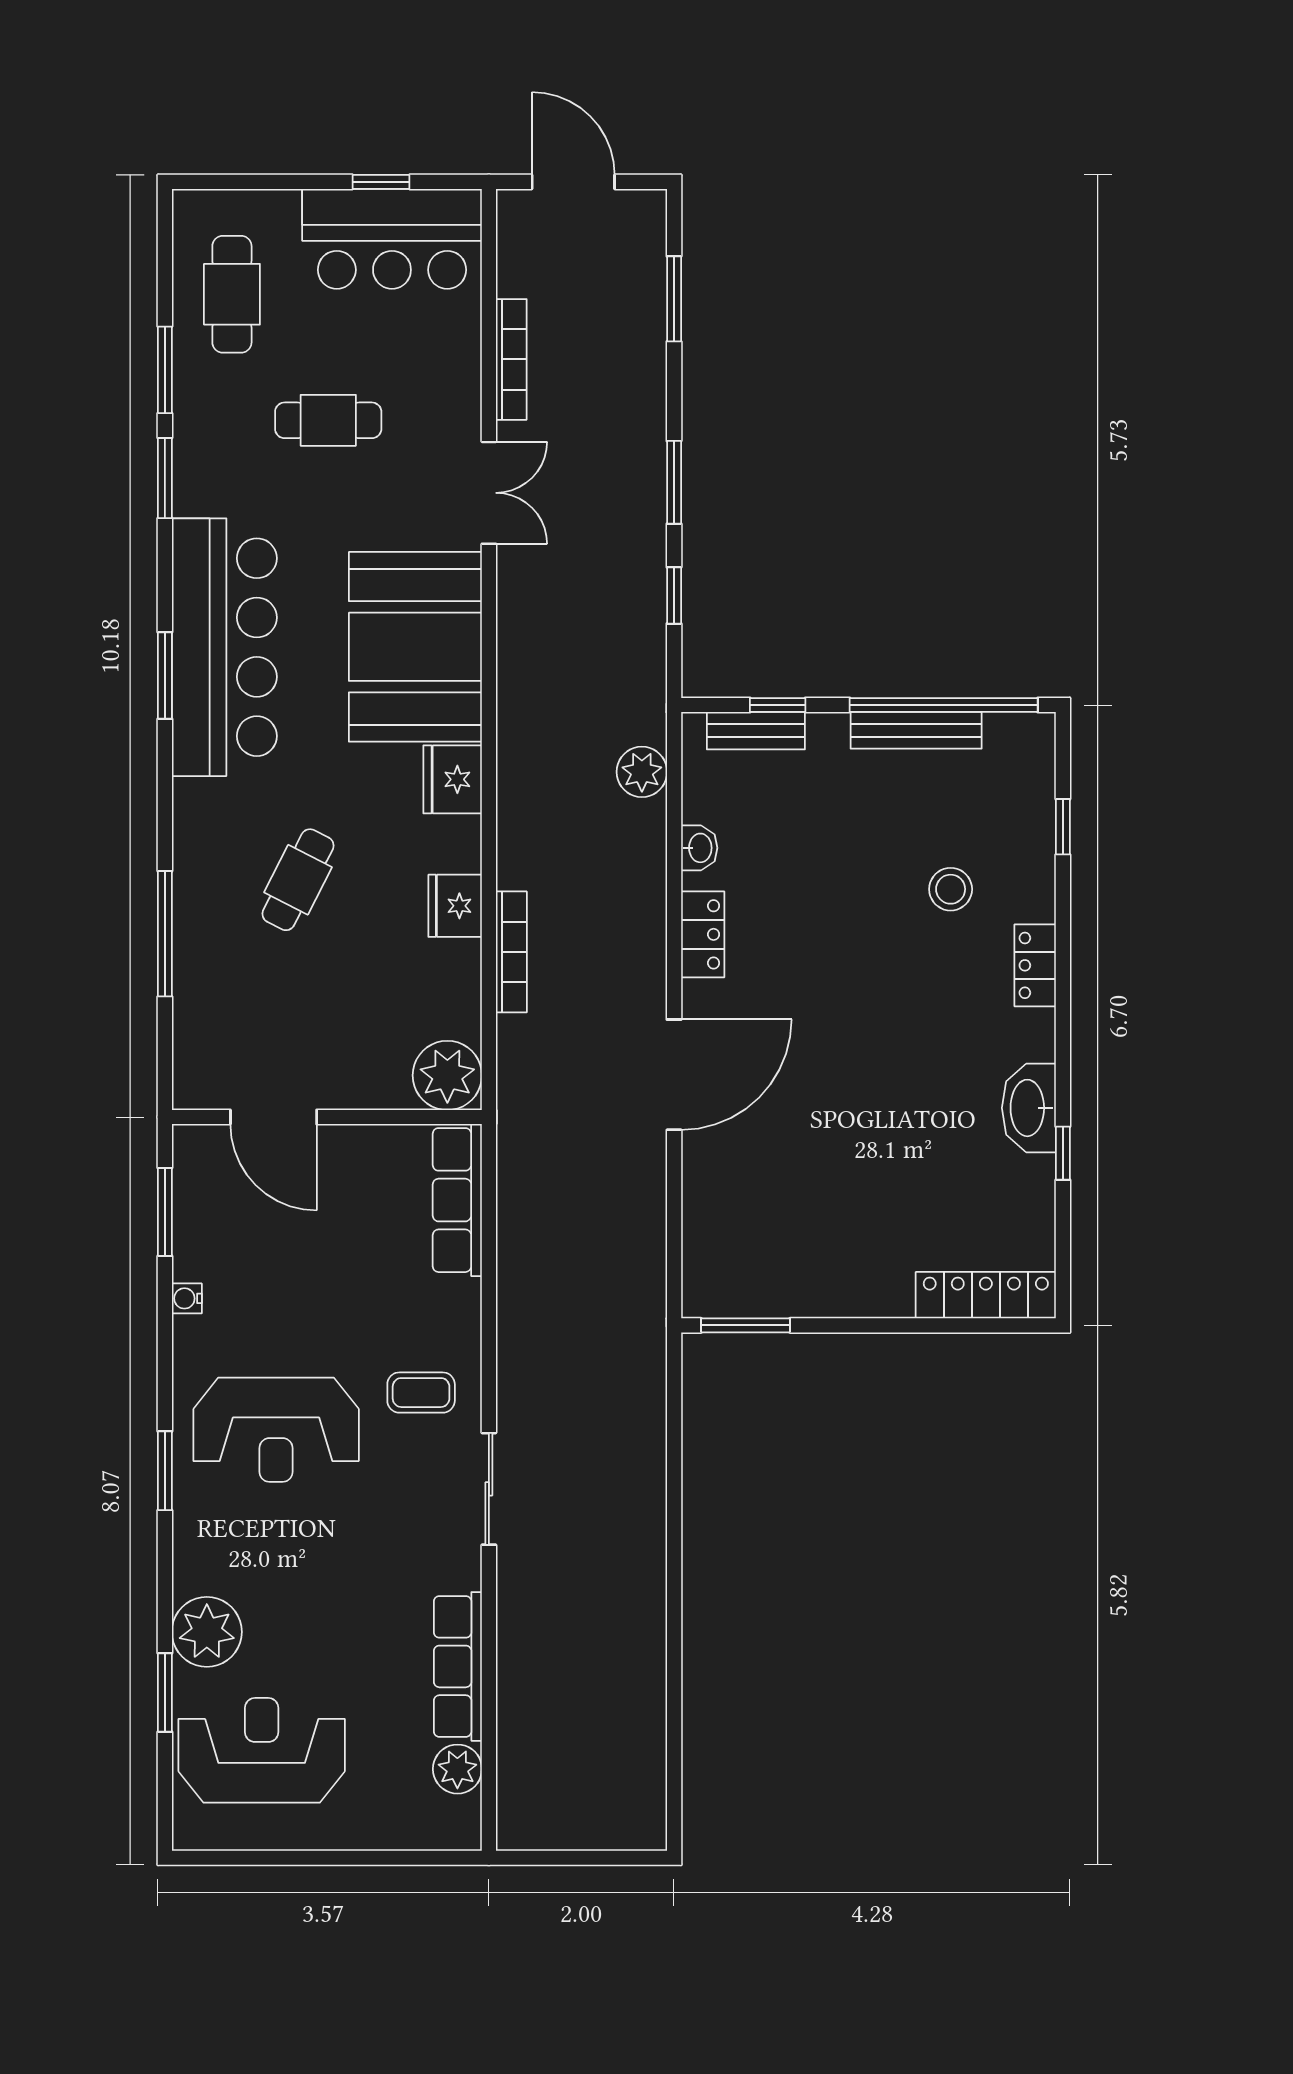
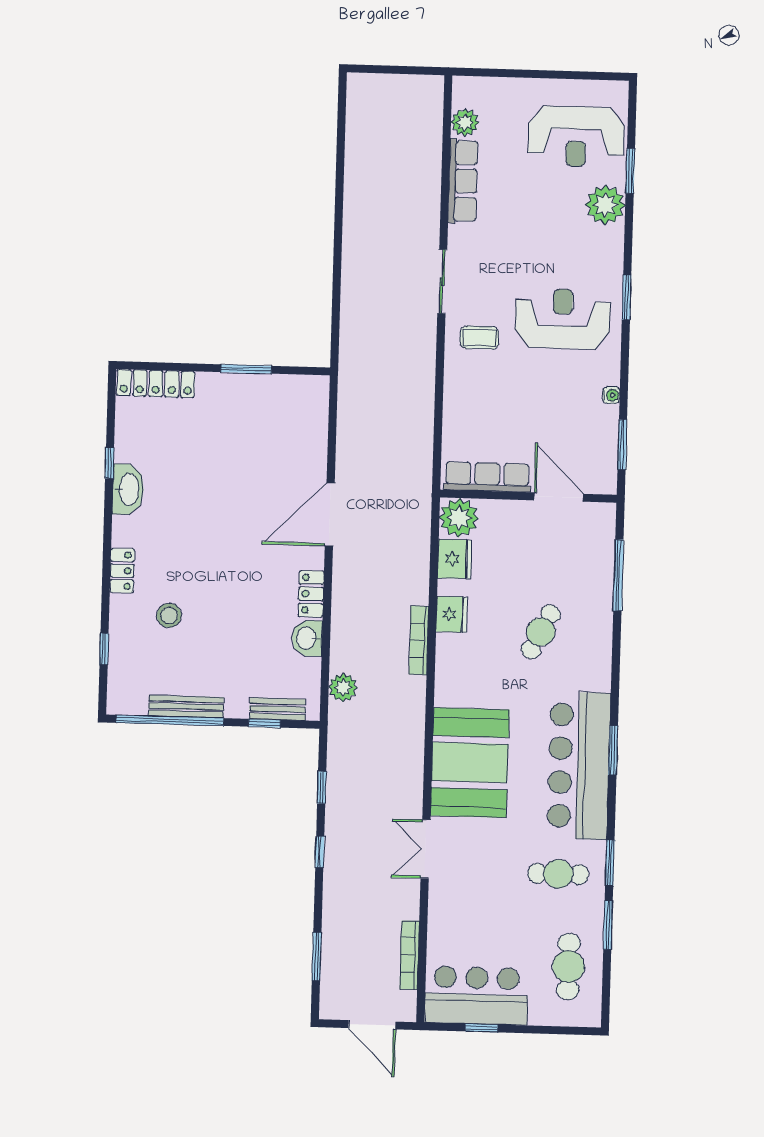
bookcase: (511, 359) -> (410, 955), moved
cafe table: (328, 420) -> (558, 874), moved
window: (674, 482) -> (320, 852), width x0.67
fridge: (453, 779) -> (455, 559), moved
washbasin: (699, 848) -> (307, 638), width x1.38, depth x1.45
window: (165, 934) -> (618, 575), moved
bookcase: (511, 952) -> (419, 640), moved
row of seats: (457, 1200) -> (487, 477), moved, turned -90
window: (745, 1325) -> (246, 369), moved

